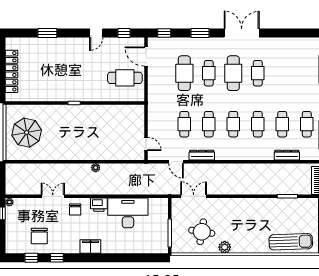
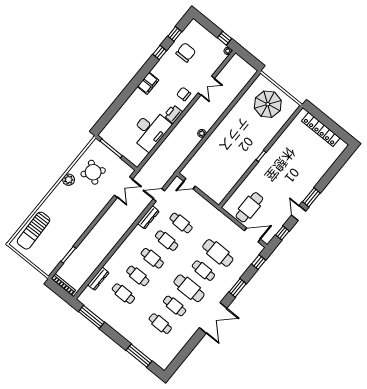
window: (47, 33) -> (311, 197), moved
cafe table: (307, 124) -> (160, 324), moved
round table: (202, 232) -> (93, 172), turned 31
chair: (39, 236) -> (186, 52), turned 90

